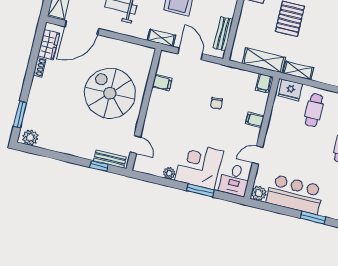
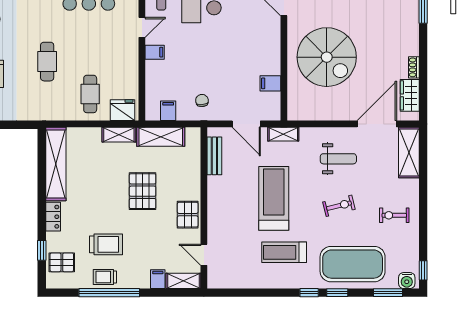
filing cabinet: (264, 83) -> (168, 111), moved
chair: (217, 103) -> (202, 101), moved
filing cabinet: (255, 120) -> (155, 52), moved

